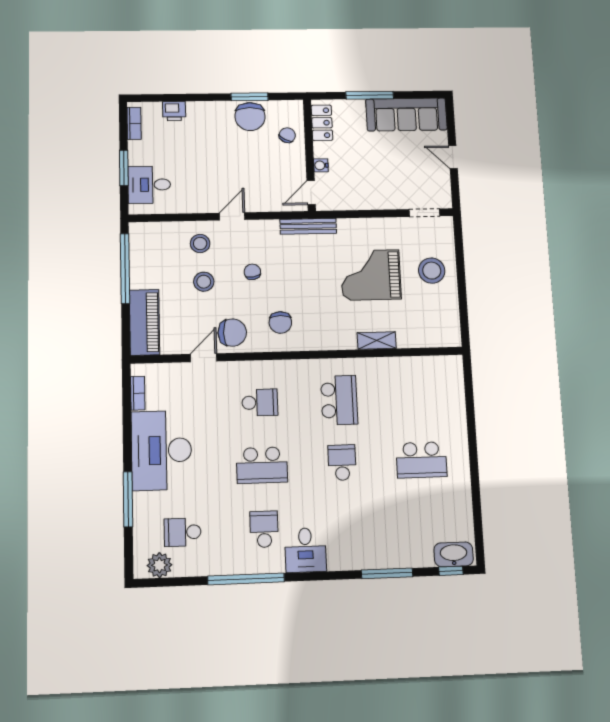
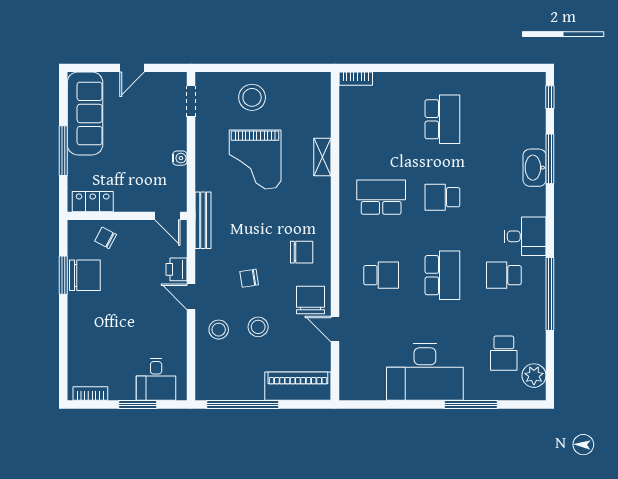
printer: (174, 111) -> (177, 269), moved, turned 180
water cooler: (321, 165) -> (180, 158), moved, turned -90
bookcase: (138, 393) -> (356, 79), moved, turned 180
school desk: (260, 402) -> (381, 275), turned 90
washbasin: (454, 554) -> (534, 168), moved

